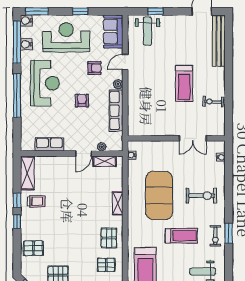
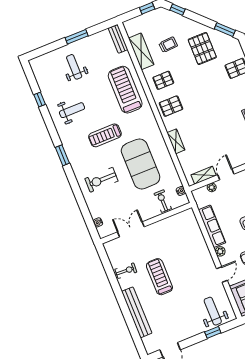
bench: (219, 41) -> (137, 312), moved
exercise bike: (215, 236) -> (163, 201), moved
pallet: (109, 238) -> (171, 106), turned 90

